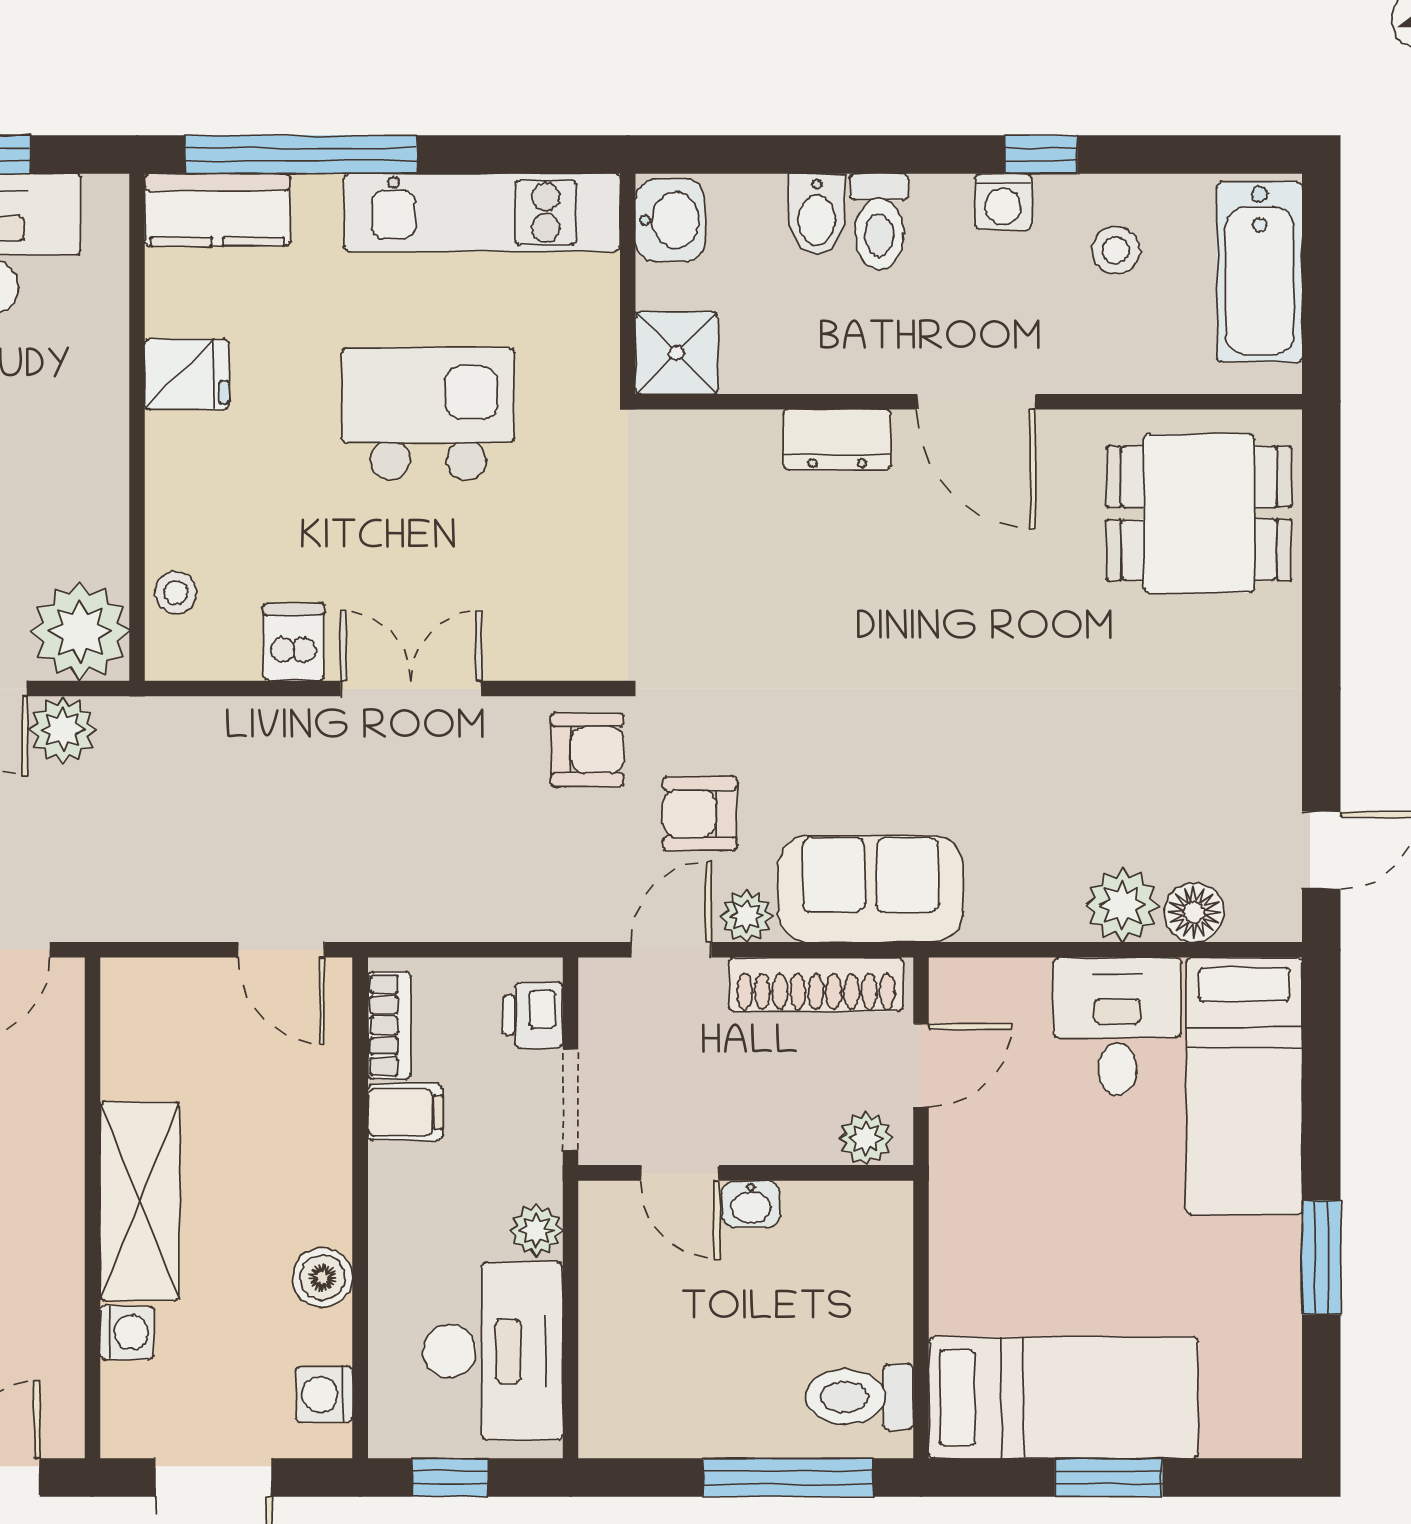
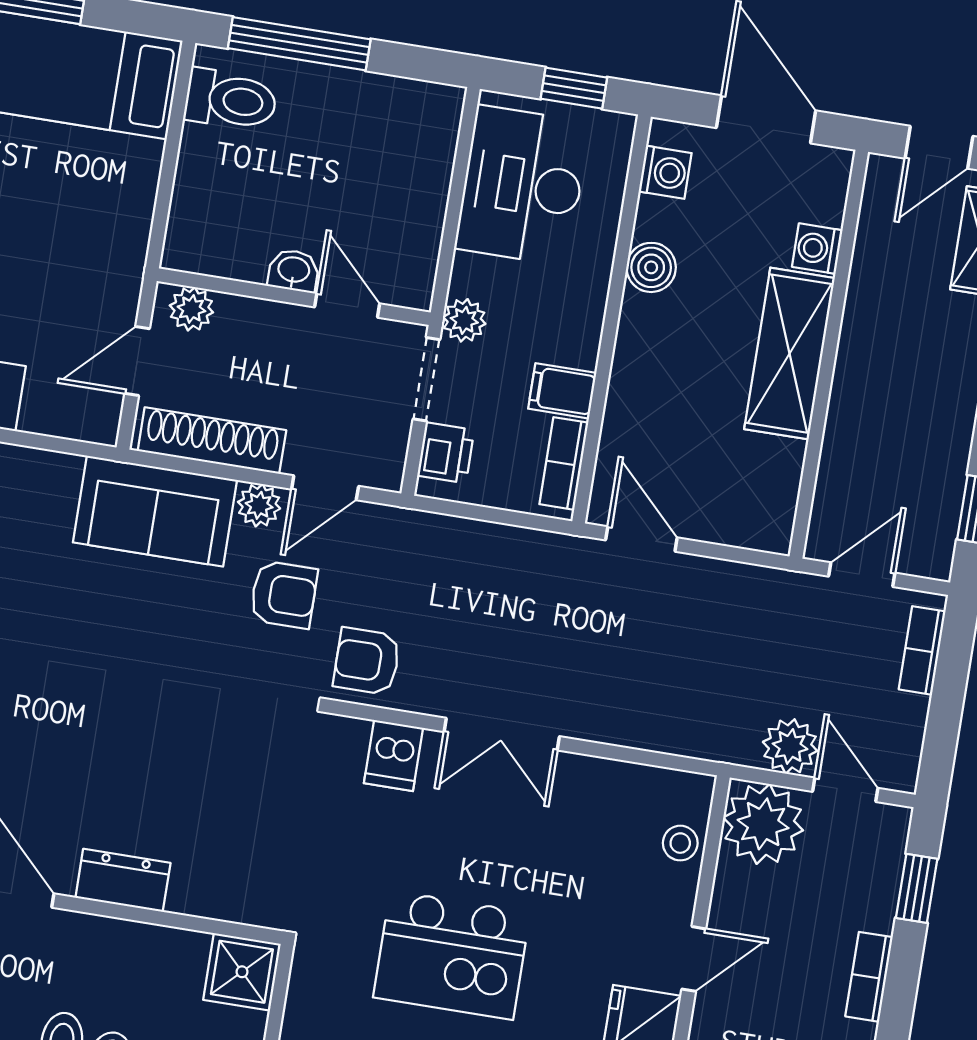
door: (137, 456) -> (694, 959), added
dishwasher: (294, 642) -> (394, 755), moved
plant: (536, 1231) -> (464, 320), moved

